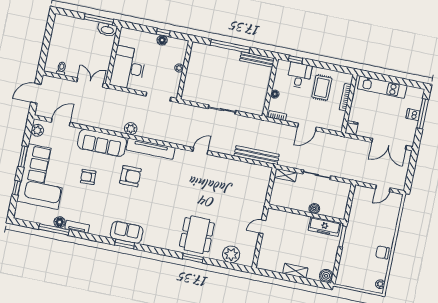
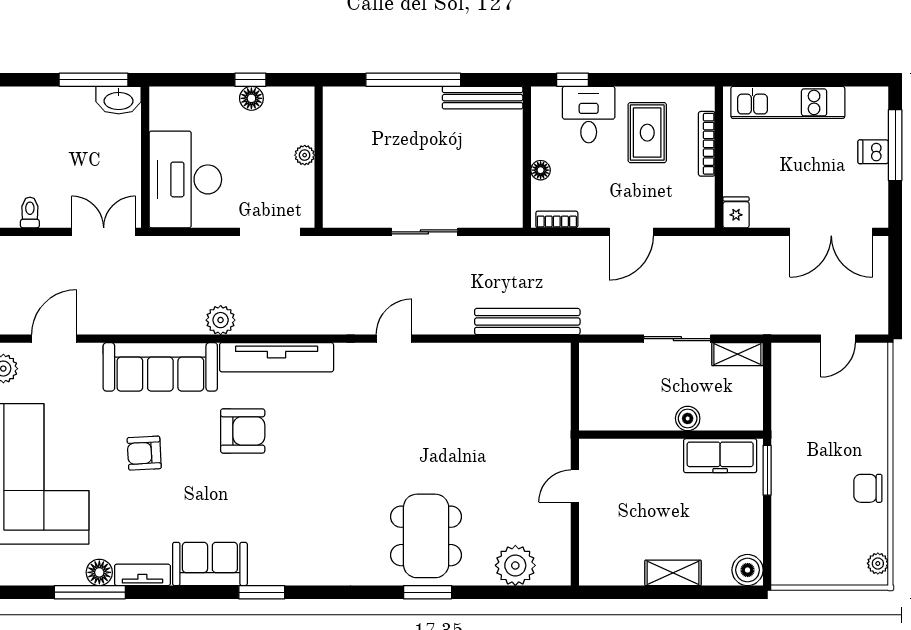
shelving: (286, 175) -> (737, 354), moved
sofa: (127, 232) -> (210, 564), moved

